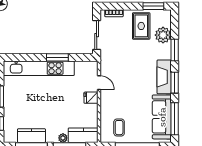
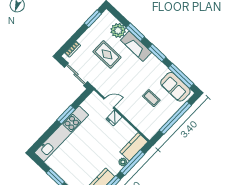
rug: (141, 26) -> (107, 54), moved
fireplace: (164, 77) -> (136, 46), moved
sofa: (162, 117) -> (175, 87), width x0.73
coffee table: (119, 128) -> (151, 98), moved

